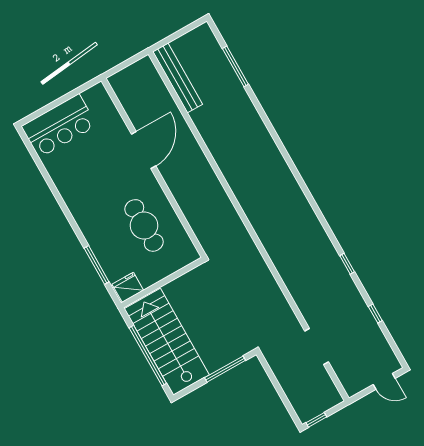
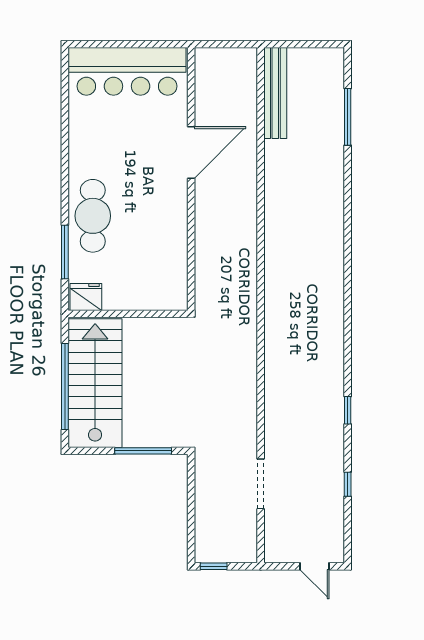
bar counter: (59, 126) -> (127, 71), width x1.36
cafe table: (144, 225) -> (93, 216), moved

